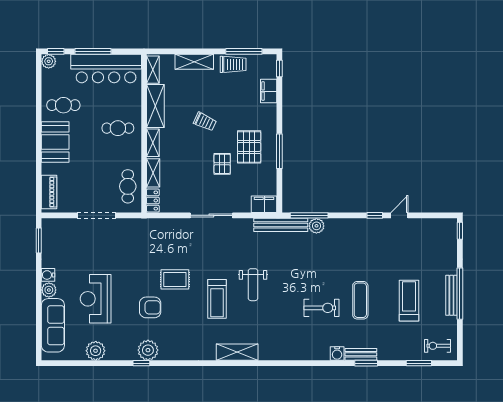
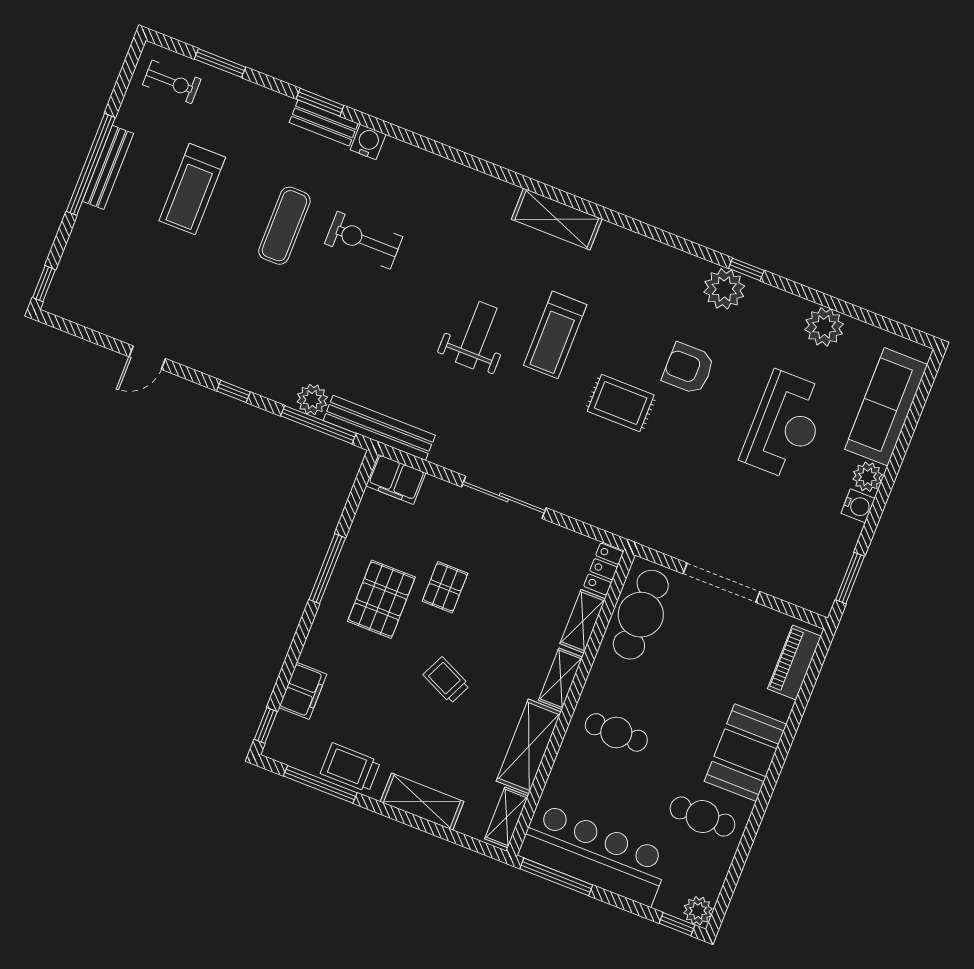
window: (93, 51) -> (556, 877), moved
cafe table: (128, 186) -> (641, 615), width x1.37, depth x1.35
window: (375, 215) -> (233, 391), moved
treadmill: (217, 299) -> (555, 335), turned 180

